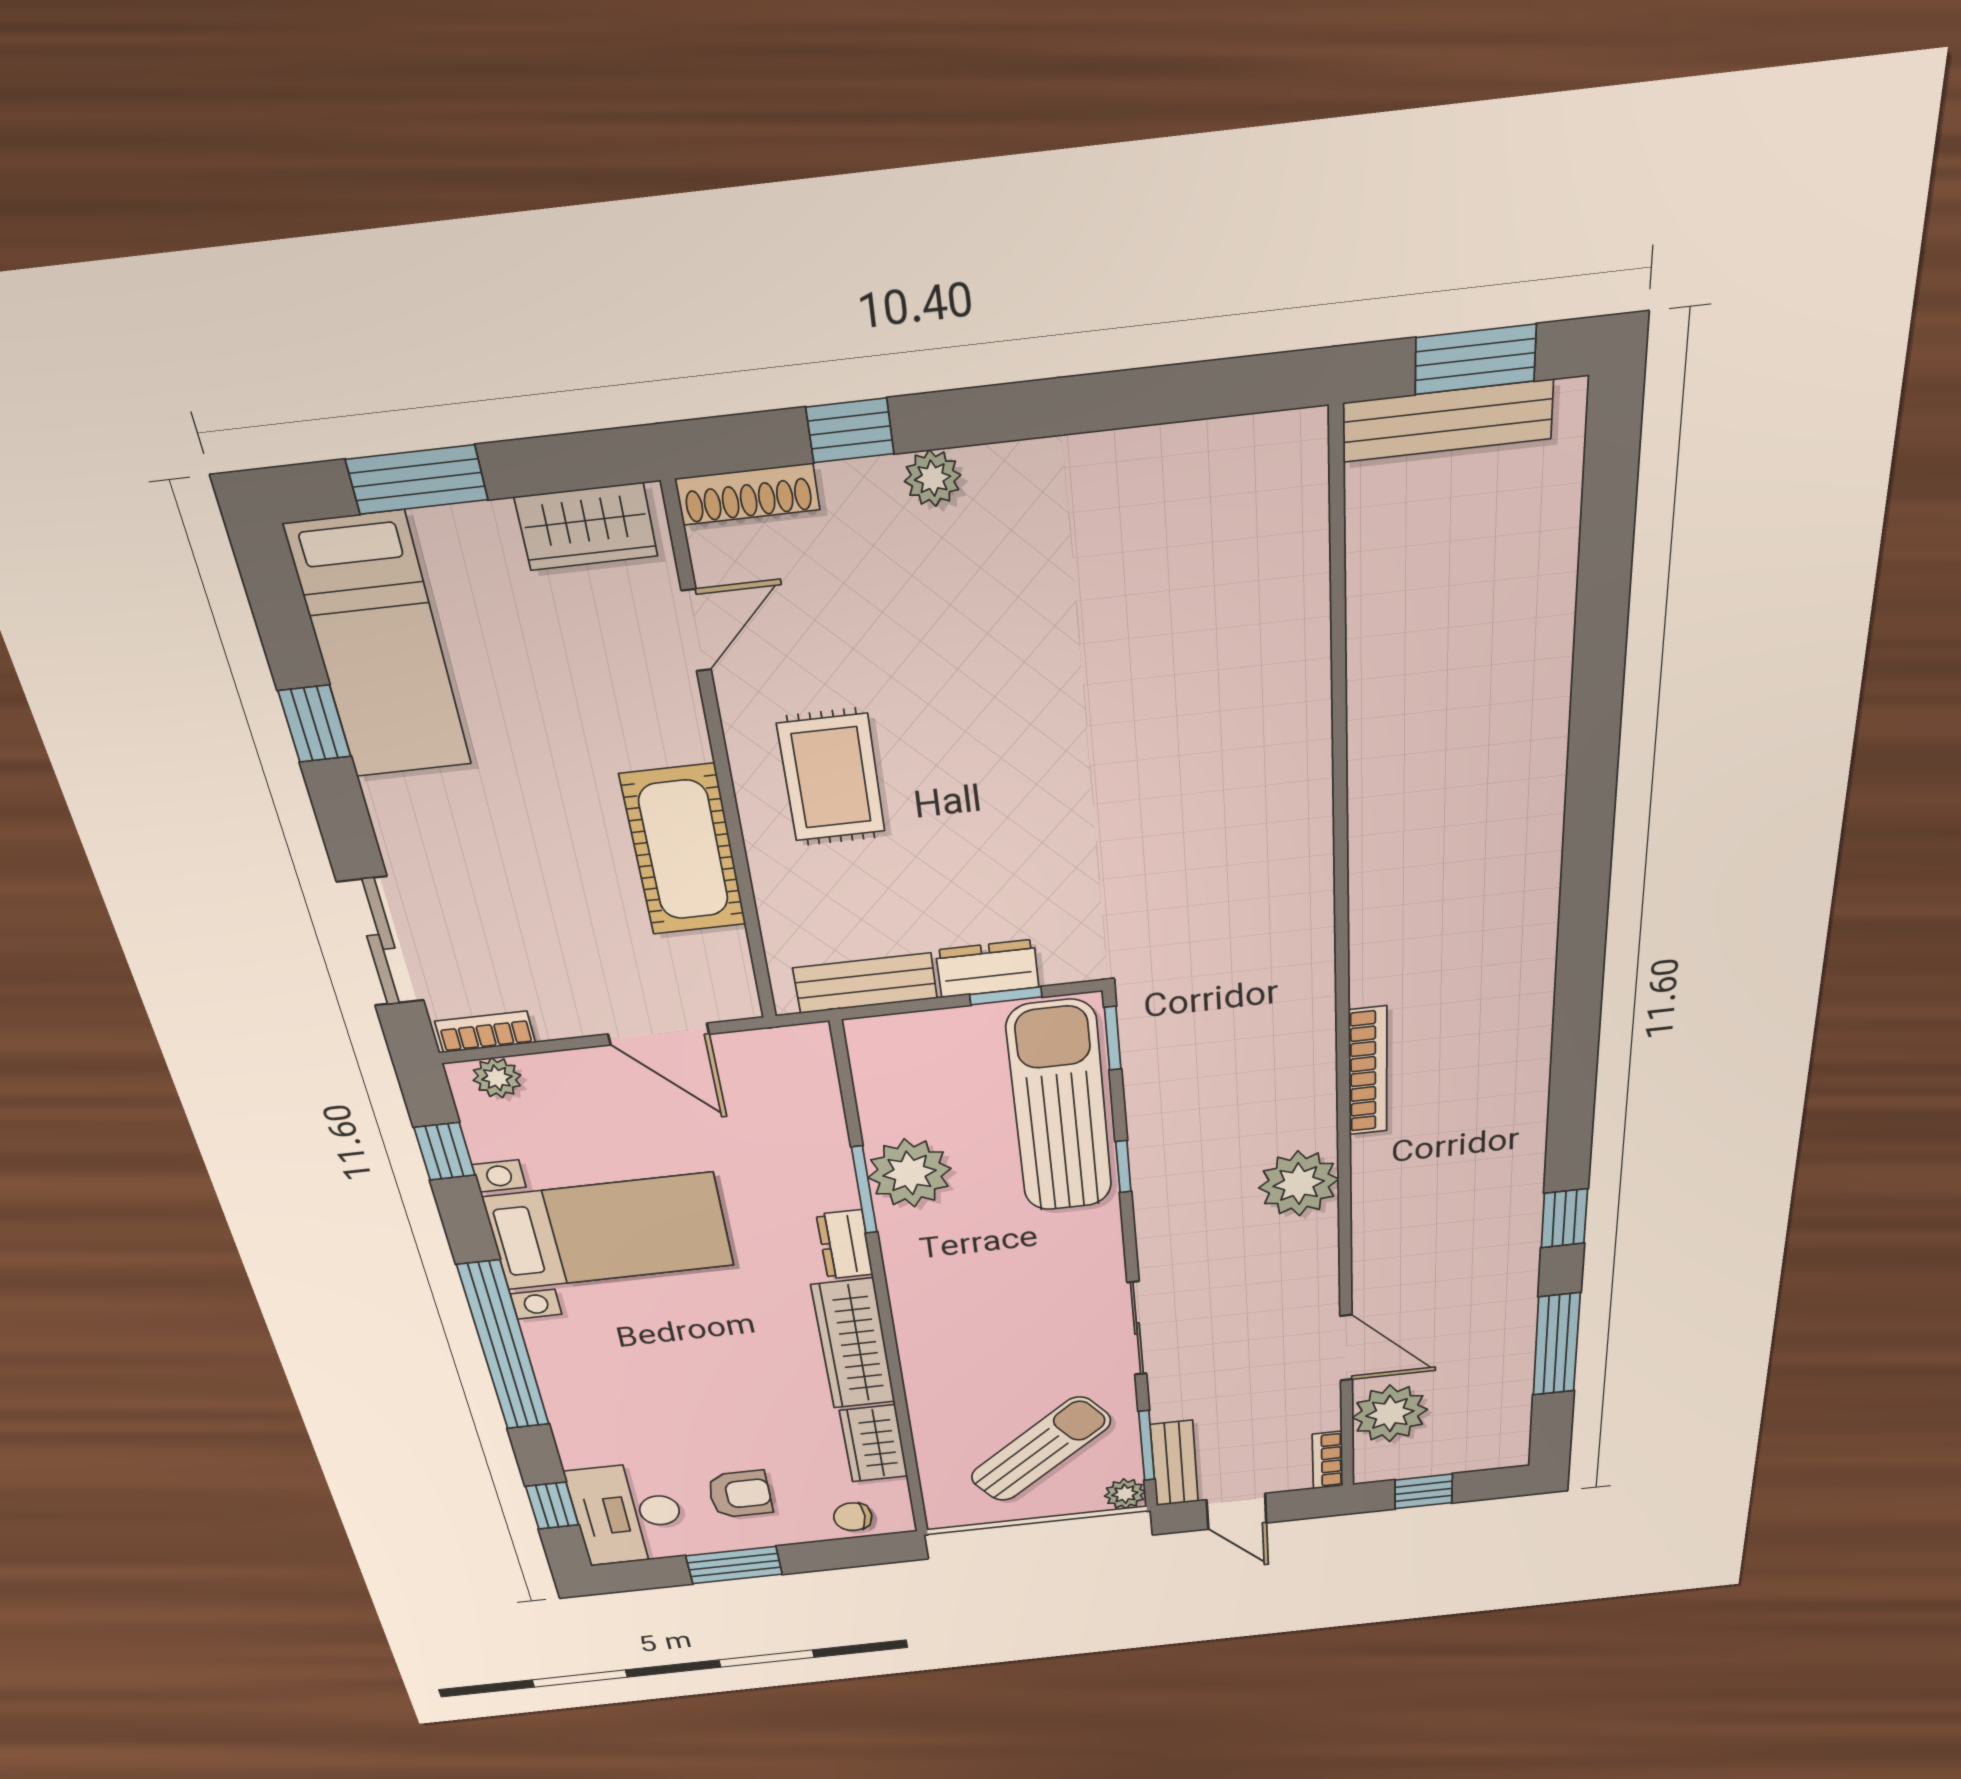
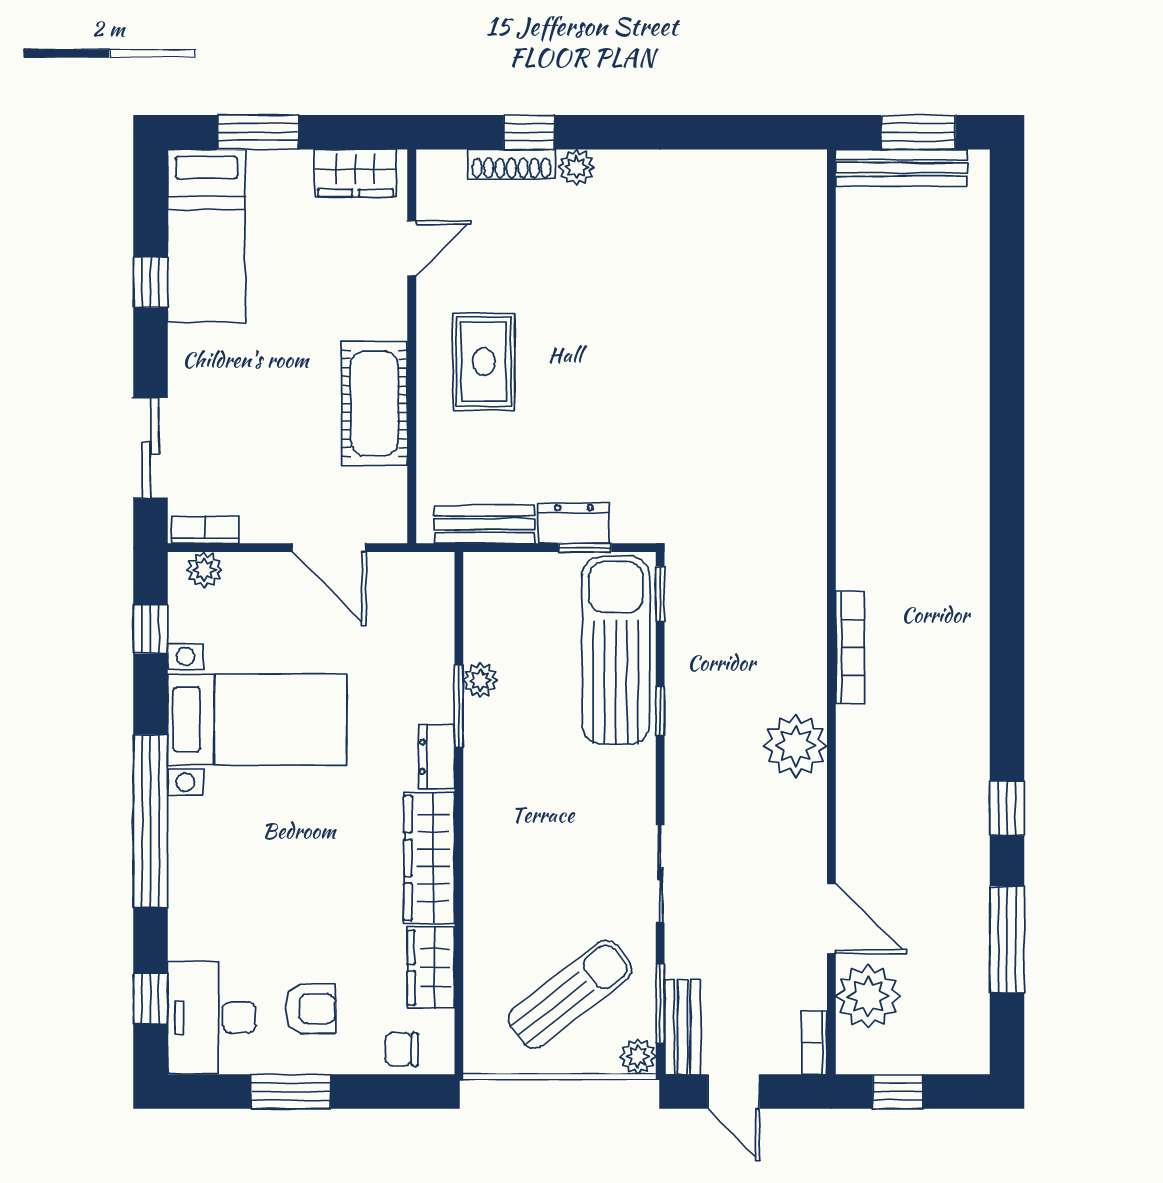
shoe rack: (748, 494) -> (511, 164), moved
plant: (909, 1173) -> (480, 680), width x0.53, depth x0.53

